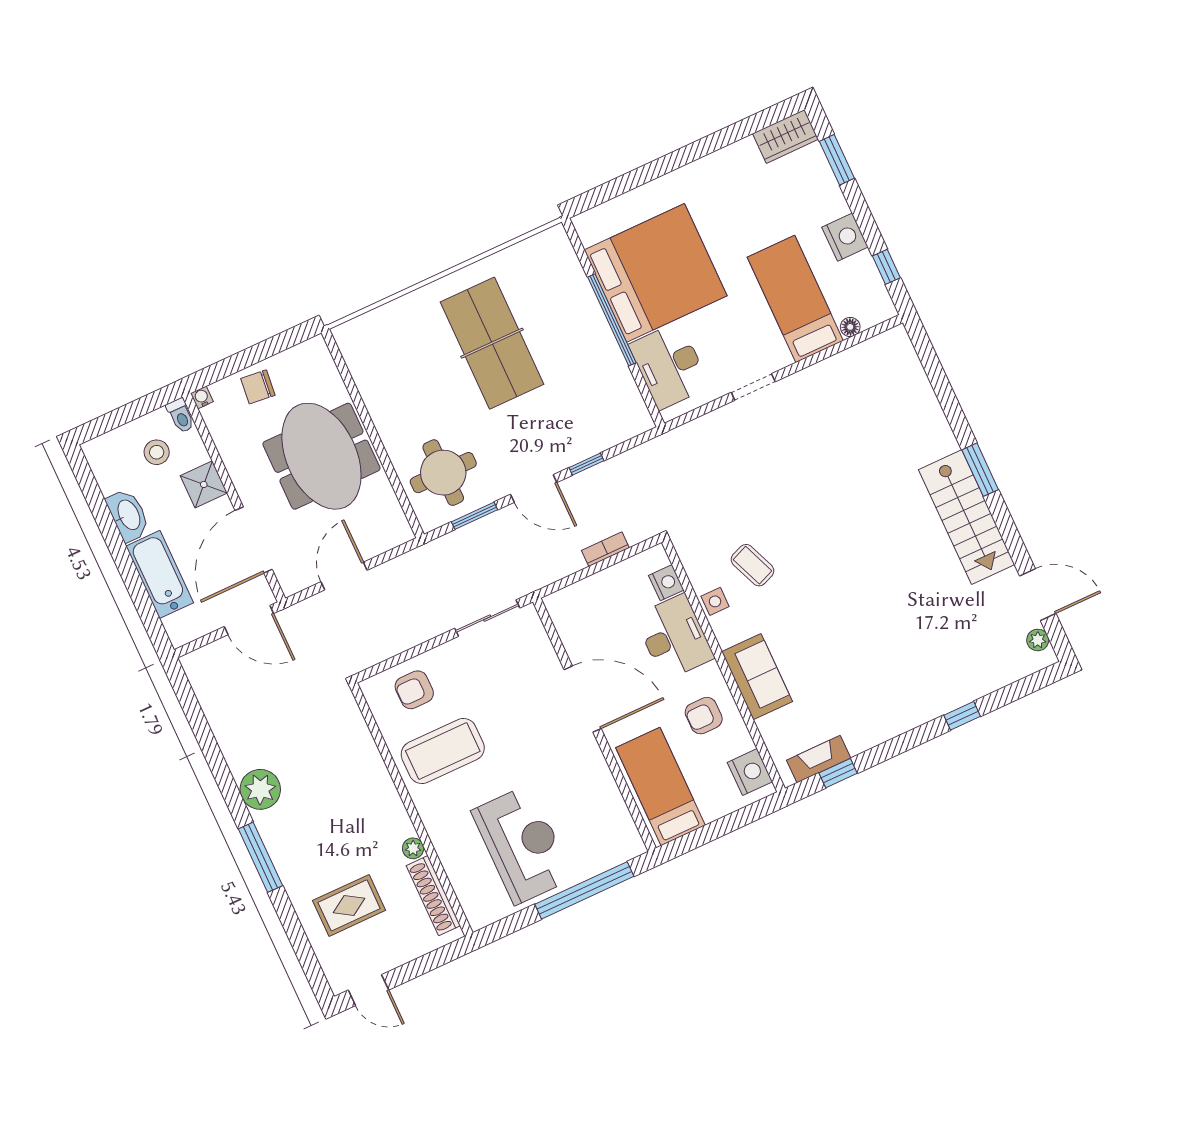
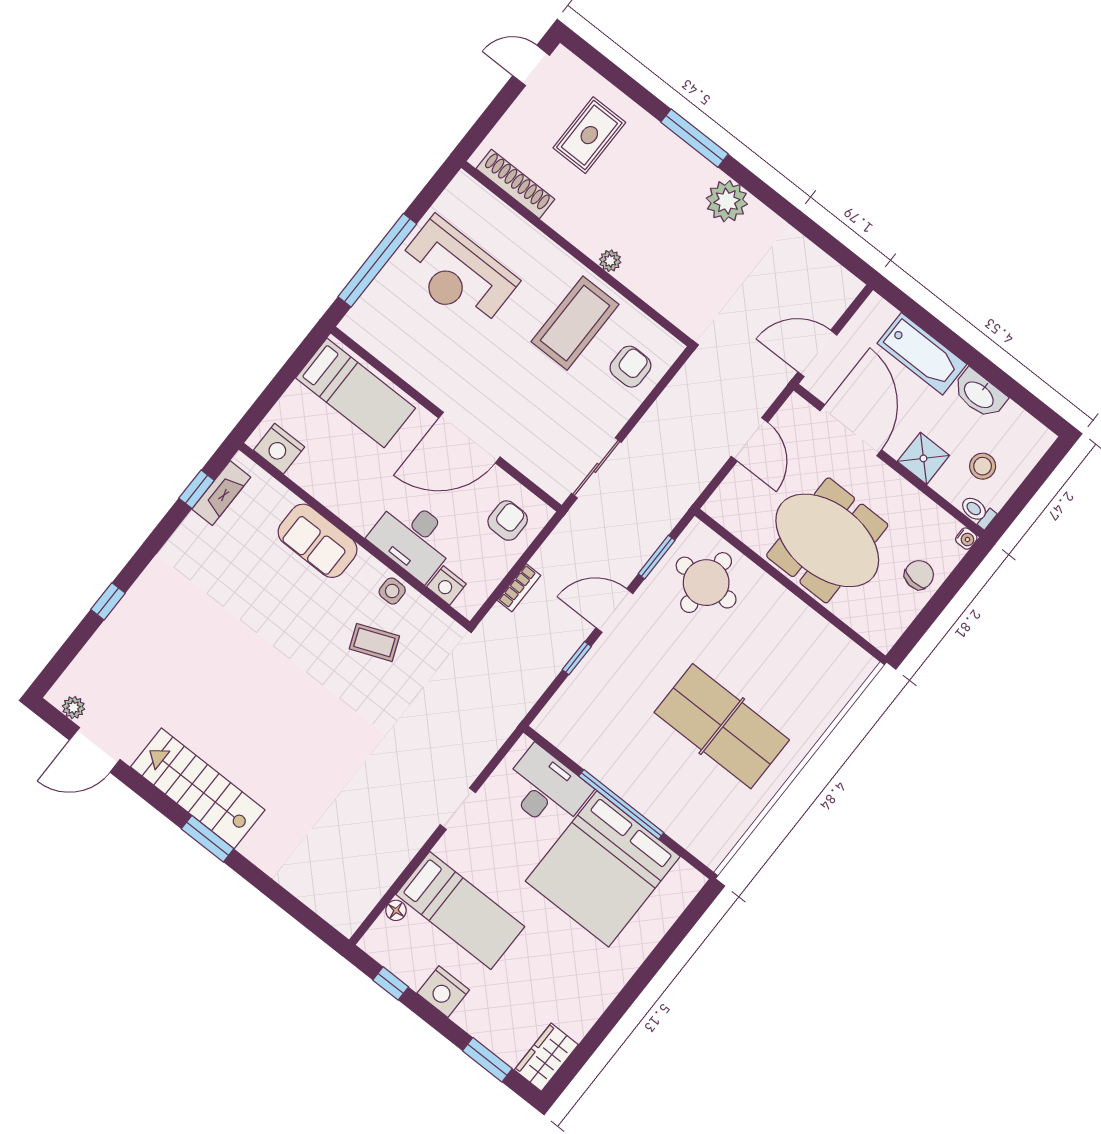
armchair: (704, 716) -> (508, 521), moved
plant: (413, 848) -> (610, 261), moved

